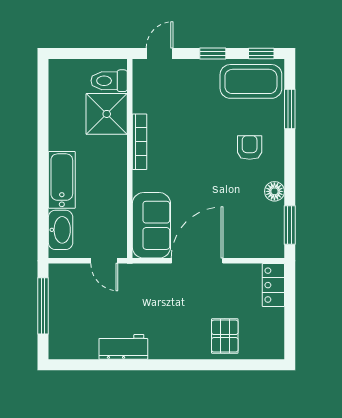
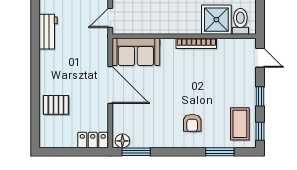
coffee table: (251, 81) -> (240, 124), width x0.73, depth x0.76
armchair: (250, 148) -> (192, 123), turned 90
floor lamp: (274, 191) -> (122, 141), moved

